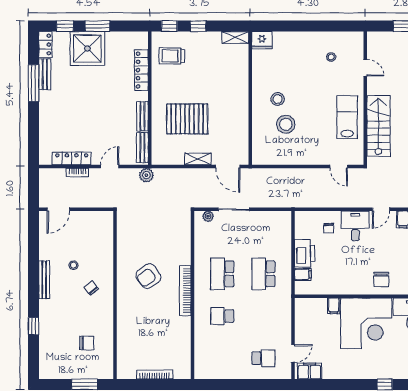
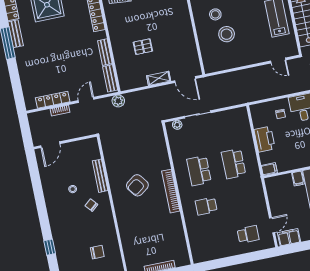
pallet: (187, 119) -> (143, 47), width x0.49, depth x0.50
filing cabinet: (303, 274) -> (269, 169), moved
bench: (44, 280) -> (100, 176), moved

